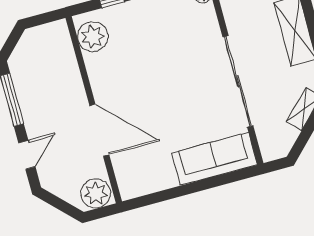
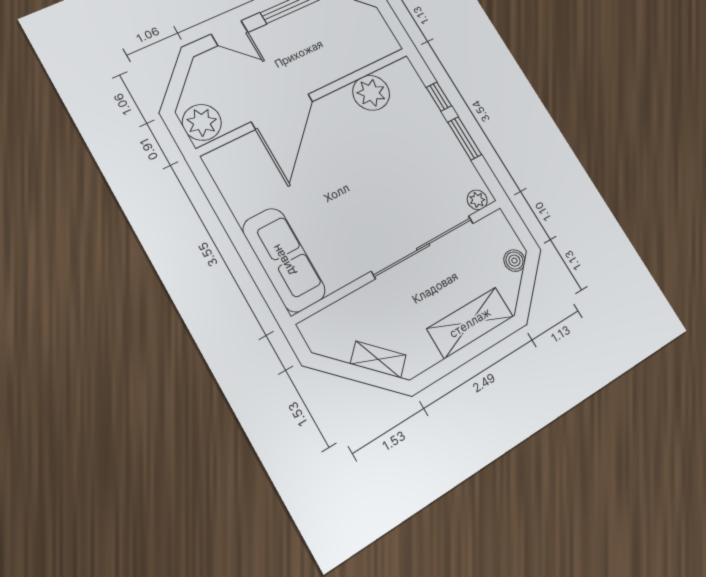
plant: (93, 37) -> (371, 93), moved
sliding door: (238, 81) -> (423, 247), moved

